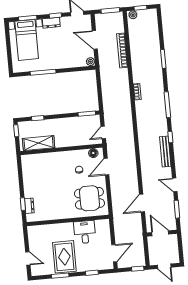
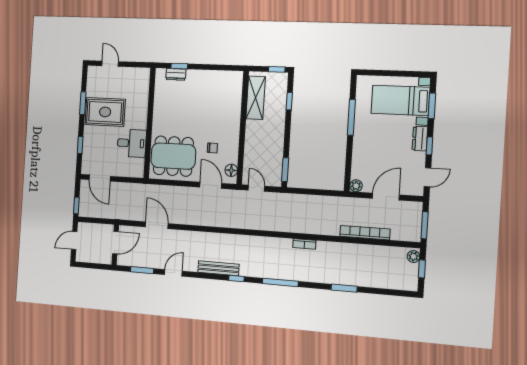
dining table: (89, 198) -> (173, 156), width x1.38
door: (28, 258) -> (110, 64), swing flipped

